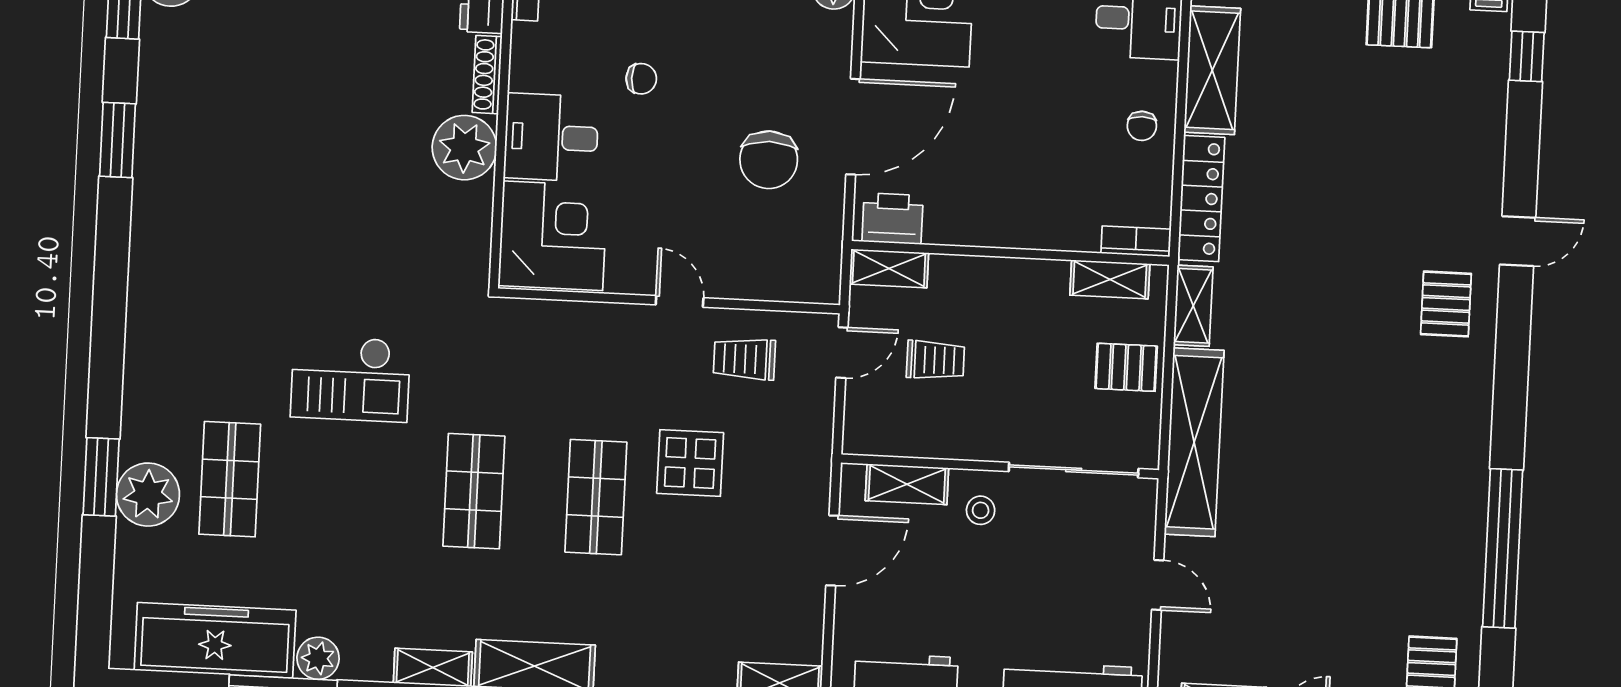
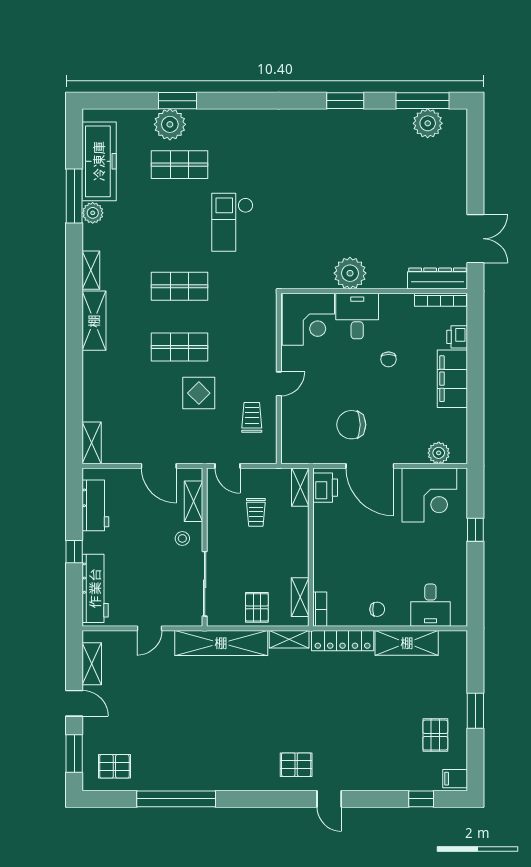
shoe rack: (487, 75) -> (387, 283), removed
chair: (1142, 126) -> (377, 609), turned 180
door: (842, 353) -> (227, 466), moved

